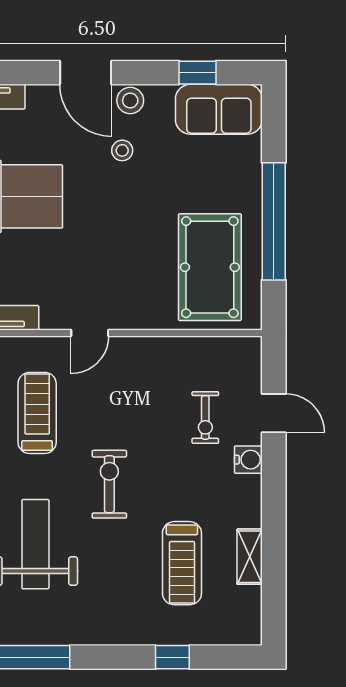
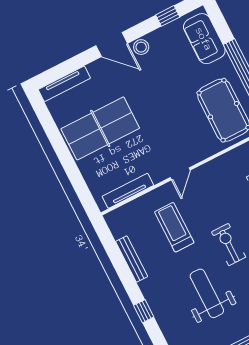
sofa: (219, 109) -> (204, 39), moved, turned 90
stool: (122, 150) -> (150, 74), removed

